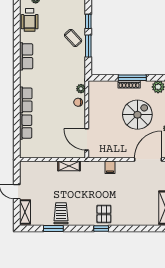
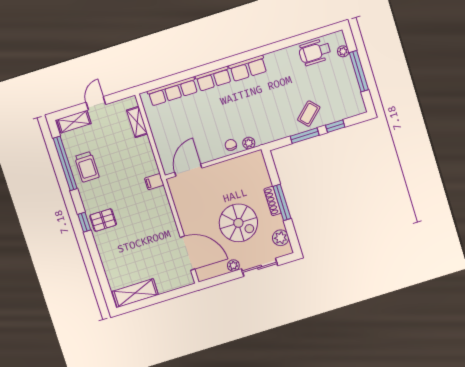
row of seats: (26, 56) -> (248, 68), moved
row of seats: (26, 127) -> (173, 91), width x1.48
shelving: (69, 166) -> (137, 122), moved
filing cabinet: (110, 167) -> (154, 182), moved
trolley: (61, 213) -> (87, 167), turned 90
window: (53, 228) -> (65, 163), width x2.11

